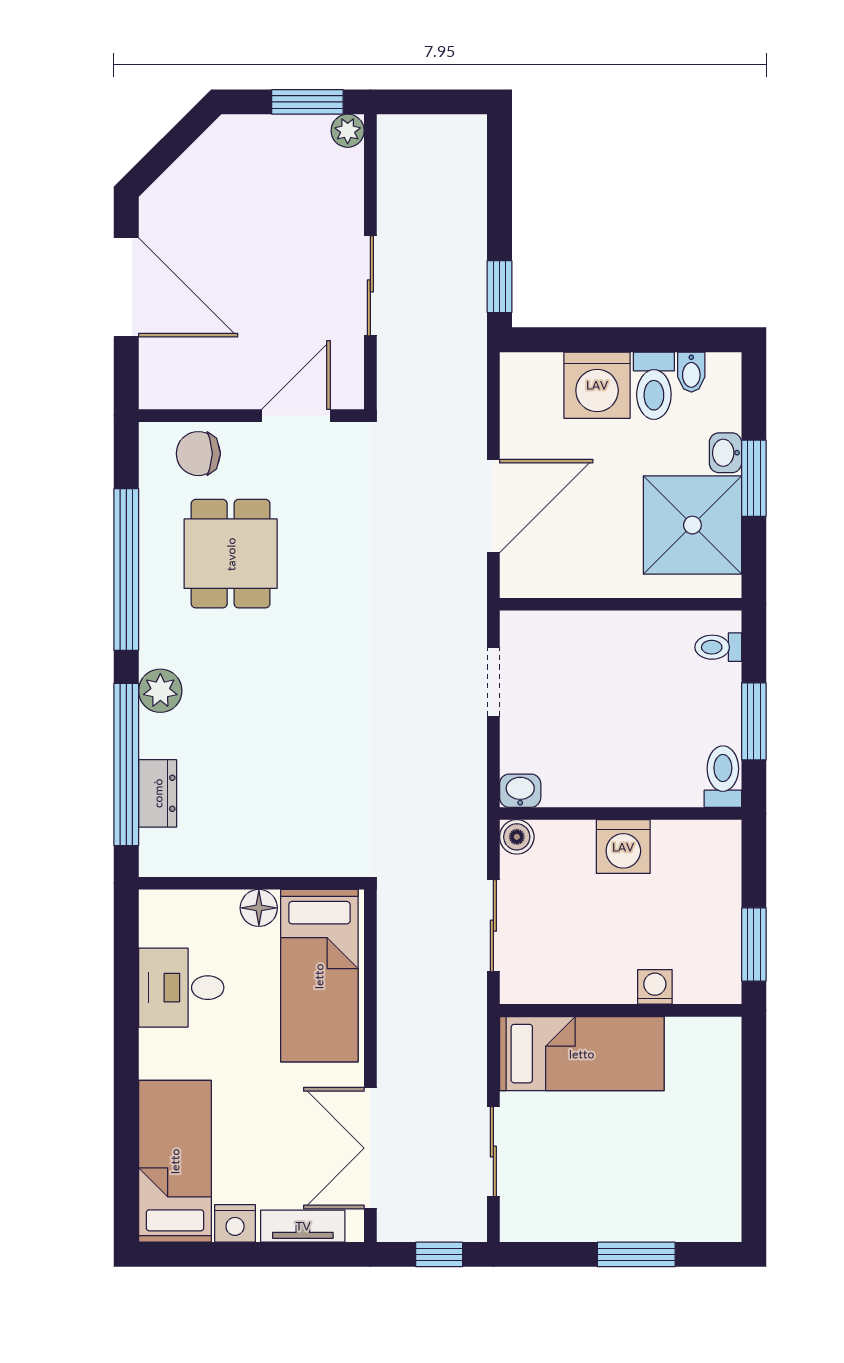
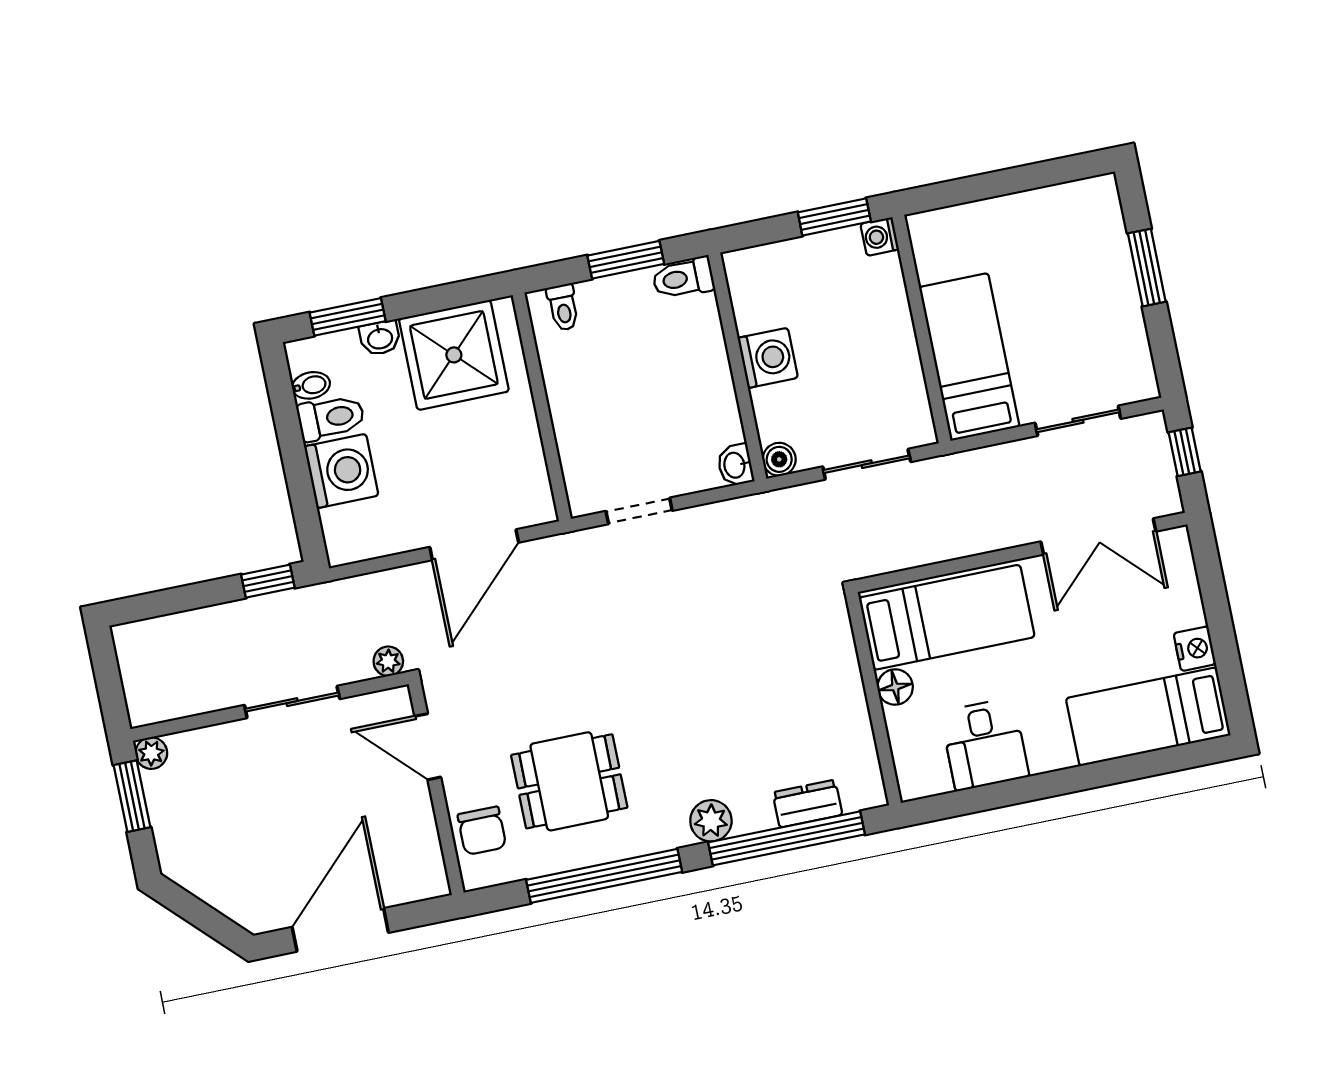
plant: (392, 393) -> (388, 661), added
window: (754, 478) -> (348, 317), moved
door: (493, 506) -> (474, 545), swing flipped
washing machine: (655, 987) -> (880, 237), moved
tv unit: (303, 1226) -> (1184, 585), removed

